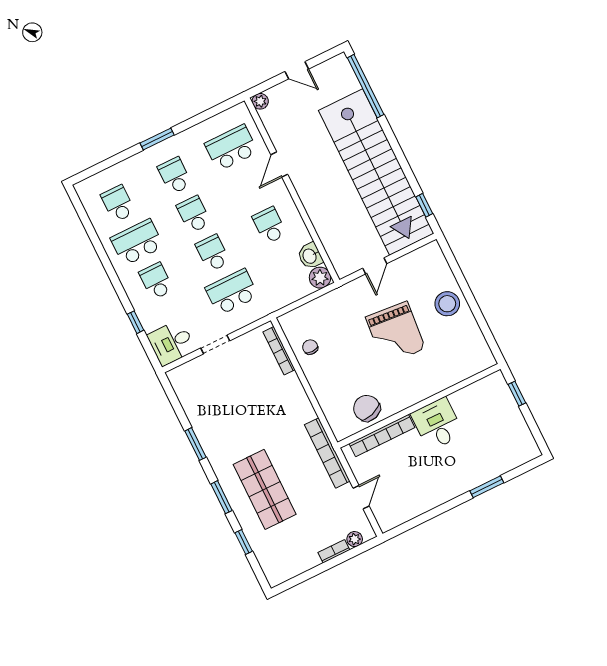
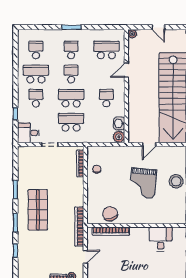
school desk: (213, 253) -> (71, 98), width x1.85
desk: (437, 424) -> (161, 239), moved
shop shelf: (265, 489) -> (38, 210), moved

